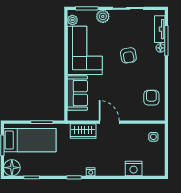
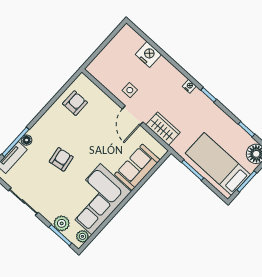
plant: (103, 16) -> (62, 223), moved
armchair: (151, 98) -> (75, 103), turned 180
side table: (153, 137) -> (130, 90), moved

